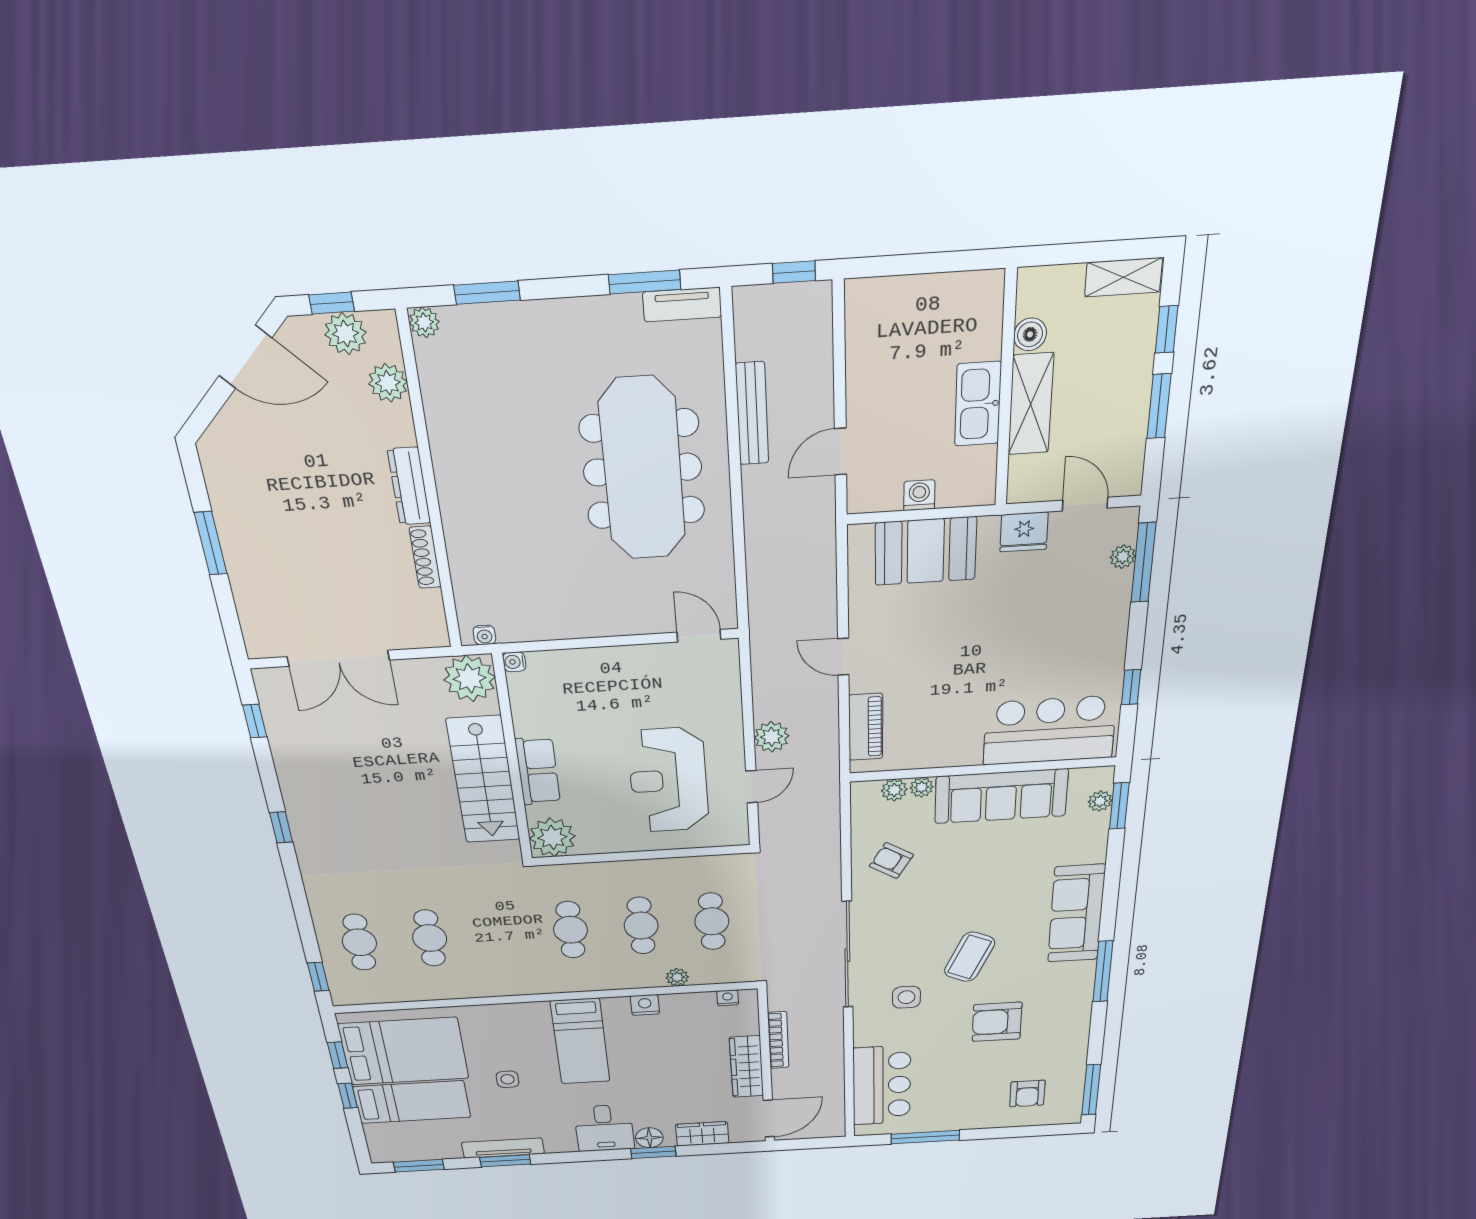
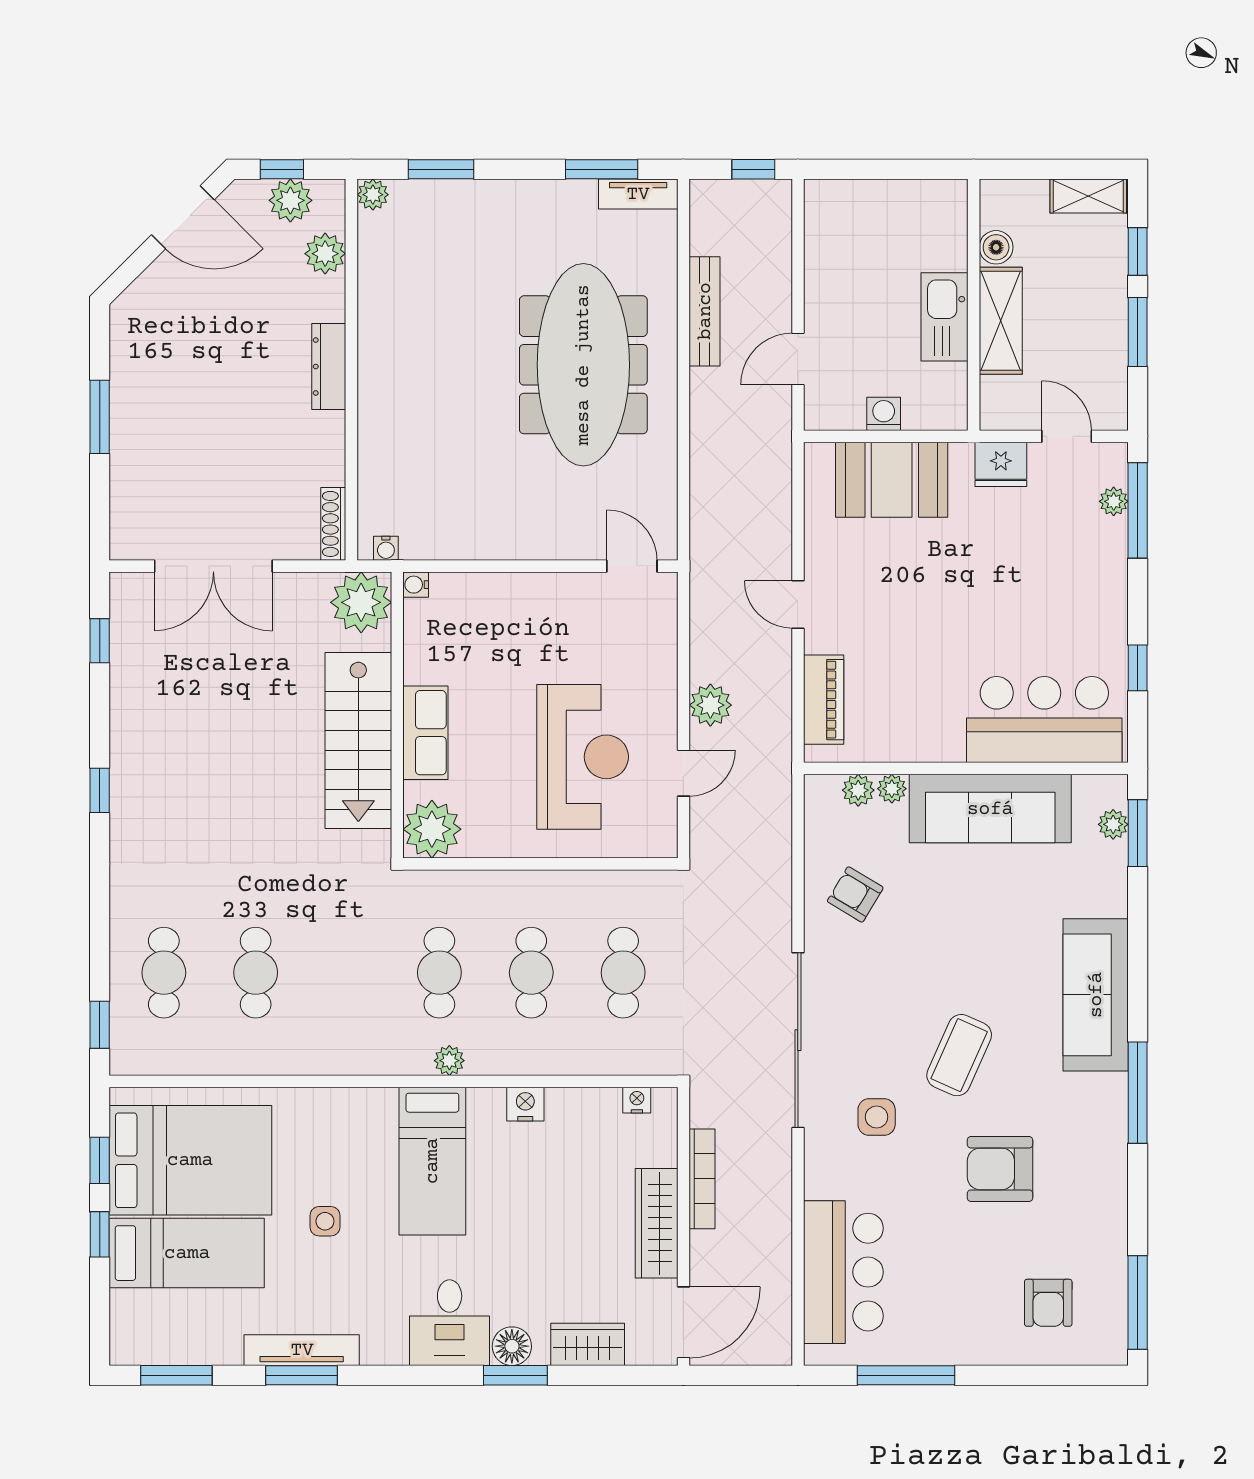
shoe rack: (425, 557) -> (333, 524), moved
reception desk: (668, 780) -> (583, 757), turned 180
plant: (677, 977) -> (449, 1061), moved

